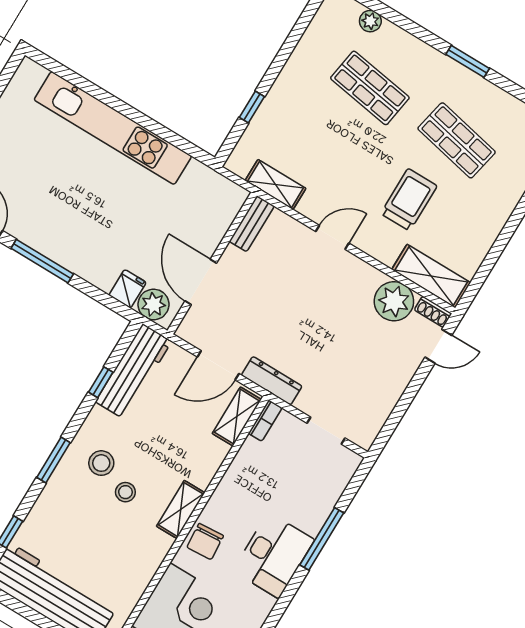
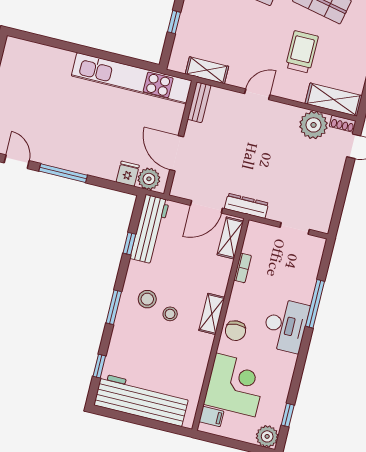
kitchen unit: (113, 128) -> (132, 78), moved
bookcase: (265, 421) -> (243, 268), moved

